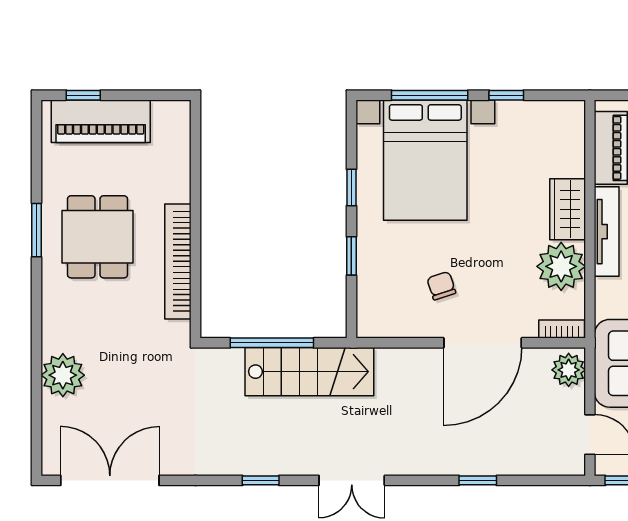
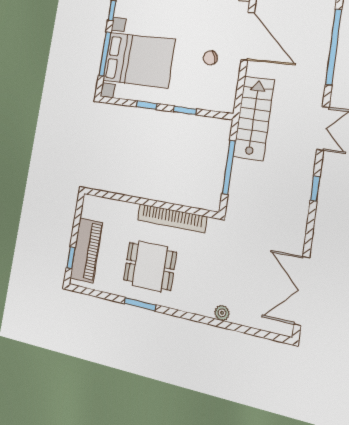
stairs: (309, 372) -> (254, 118), moved
plant: (63, 375) -> (222, 313), width x0.53, depth x0.53
window: (478, 480) -> (334, 47), width x3.17

